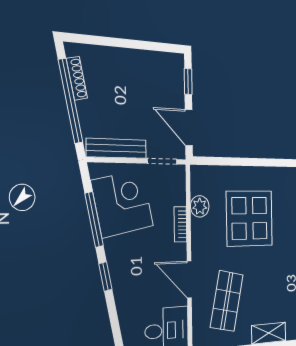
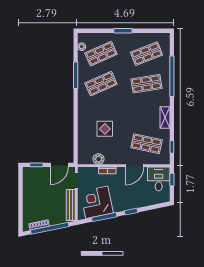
display table: (249, 218) -> (105, 129), width x0.54, depth x0.54

